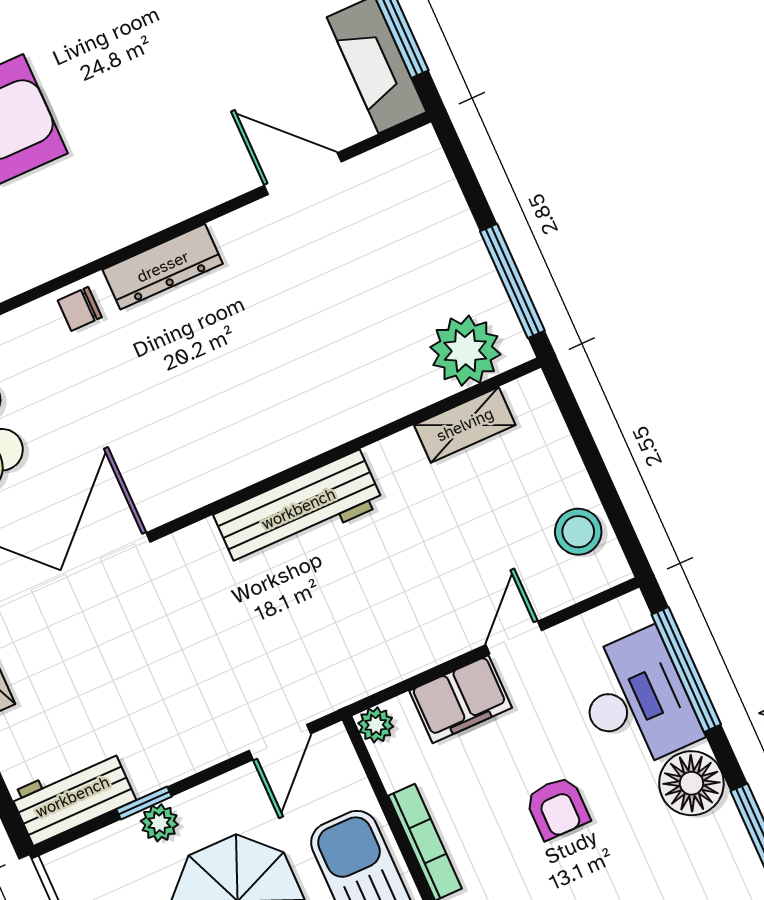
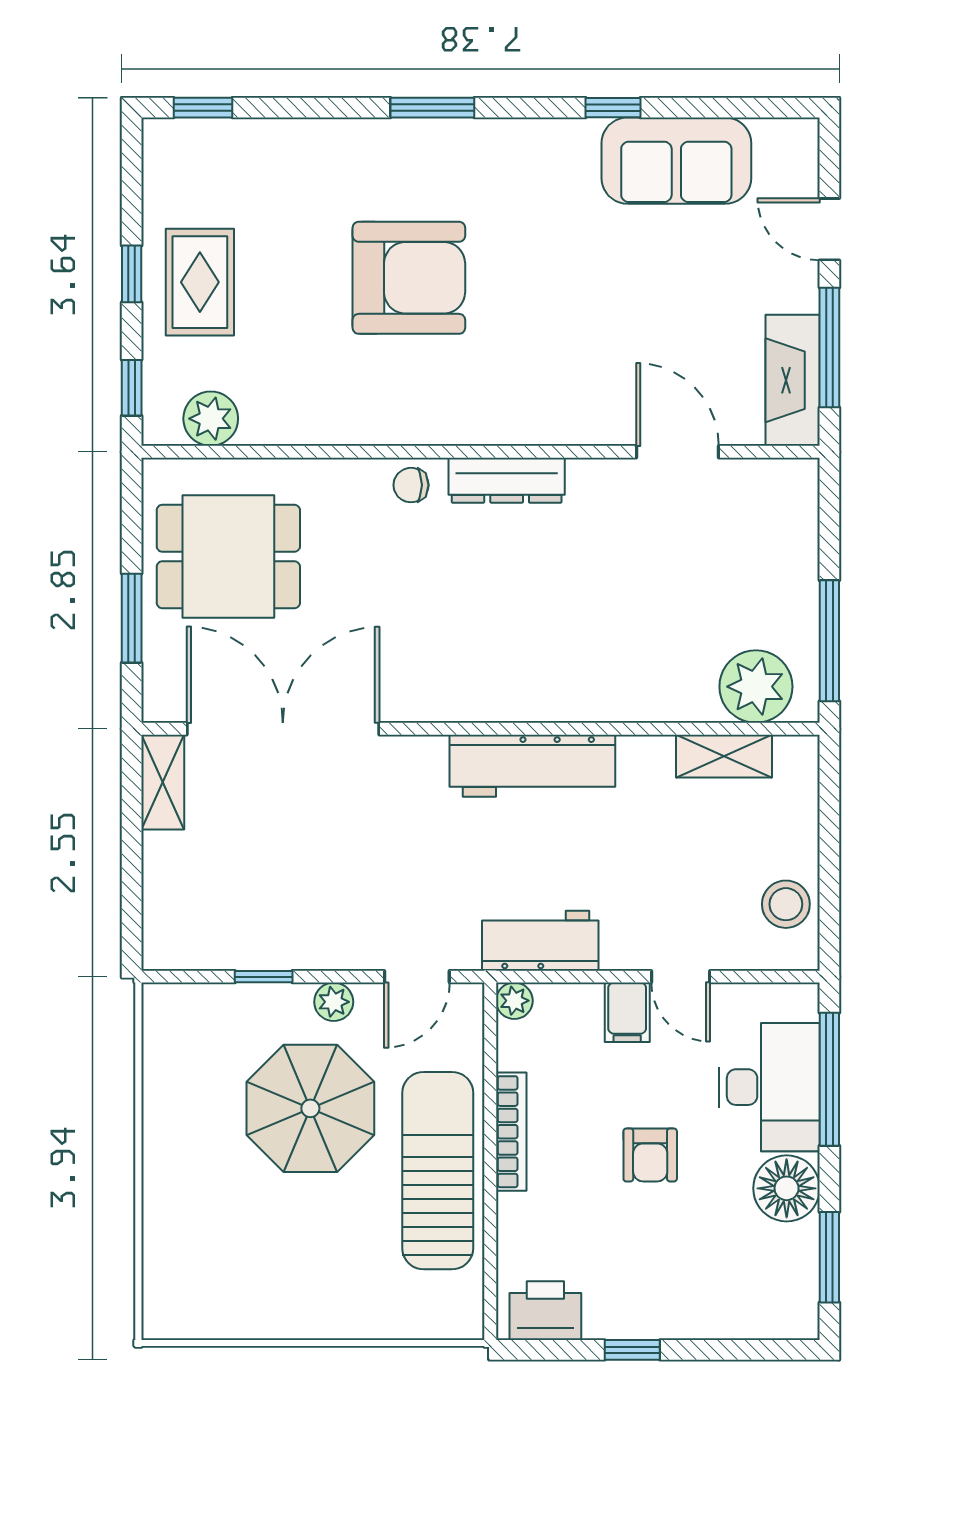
door: (514, 638) -> (681, 977), swing flipped
filing cabinet: (461, 699) -> (627, 1012), width x0.50
workbench: (73, 797) -> (540, 941), moved
plant: (159, 823) -> (334, 1002), moved

